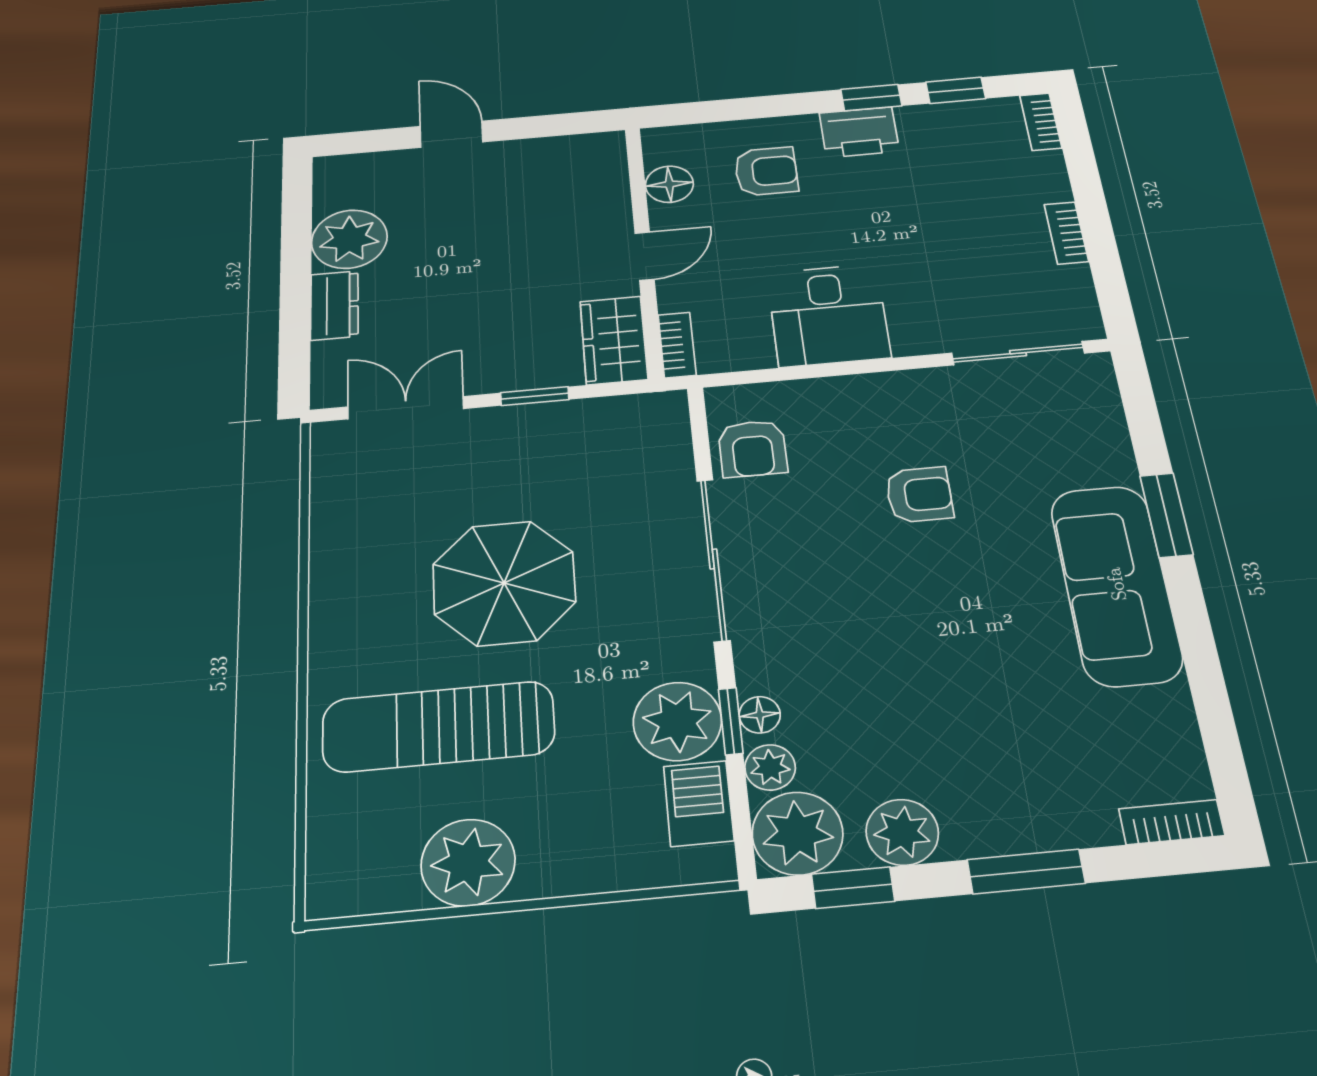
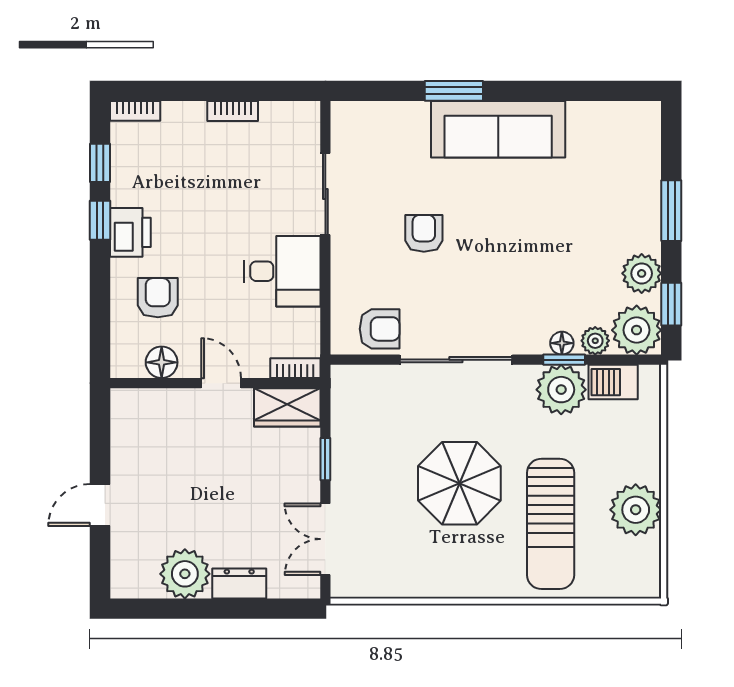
sliding door: (1018, 353) -> (325, 194), moved
bookcase: (1172, 822) -> (650, 128), removed

